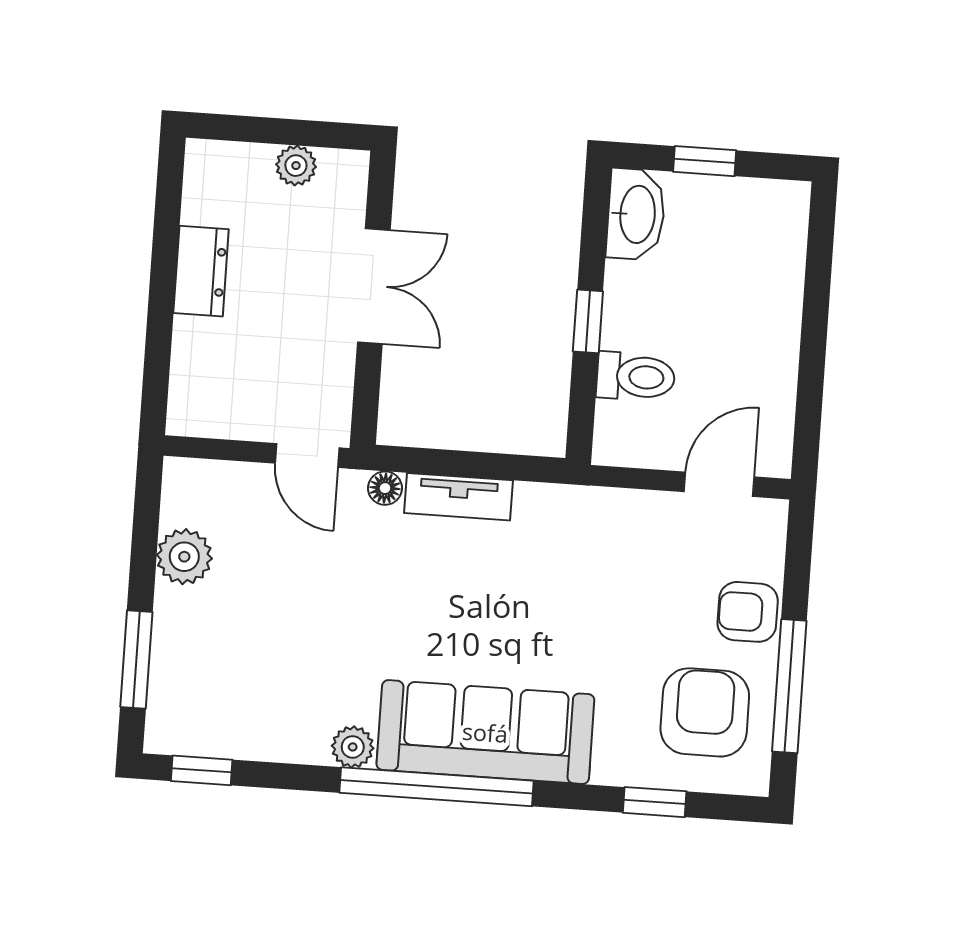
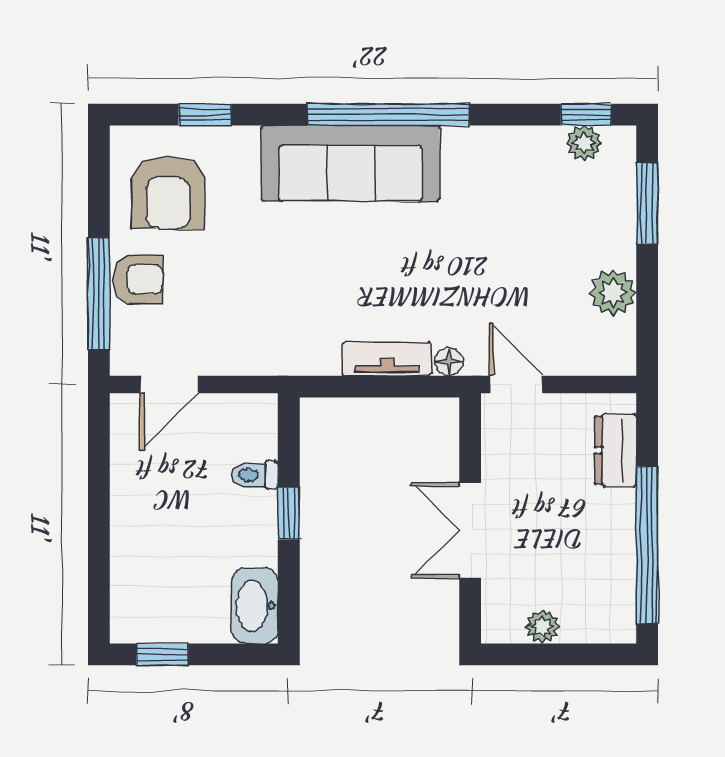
window: (705, 161) -> (162, 654), moved
window: (165, 254) -> (647, 545), added
dresser: (201, 271) -> (616, 450), moved
toilet: (636, 377) -> (255, 475), width x0.73, depth x0.72
window: (789, 686) -> (99, 293), moved
plant: (353, 747) -> (584, 143), moved

